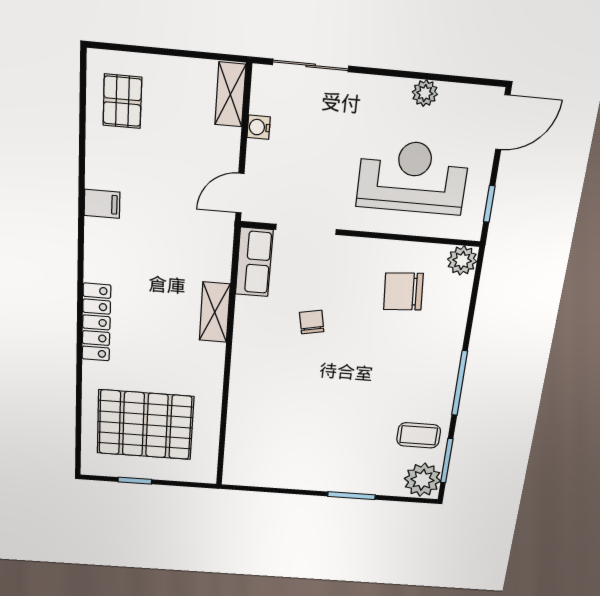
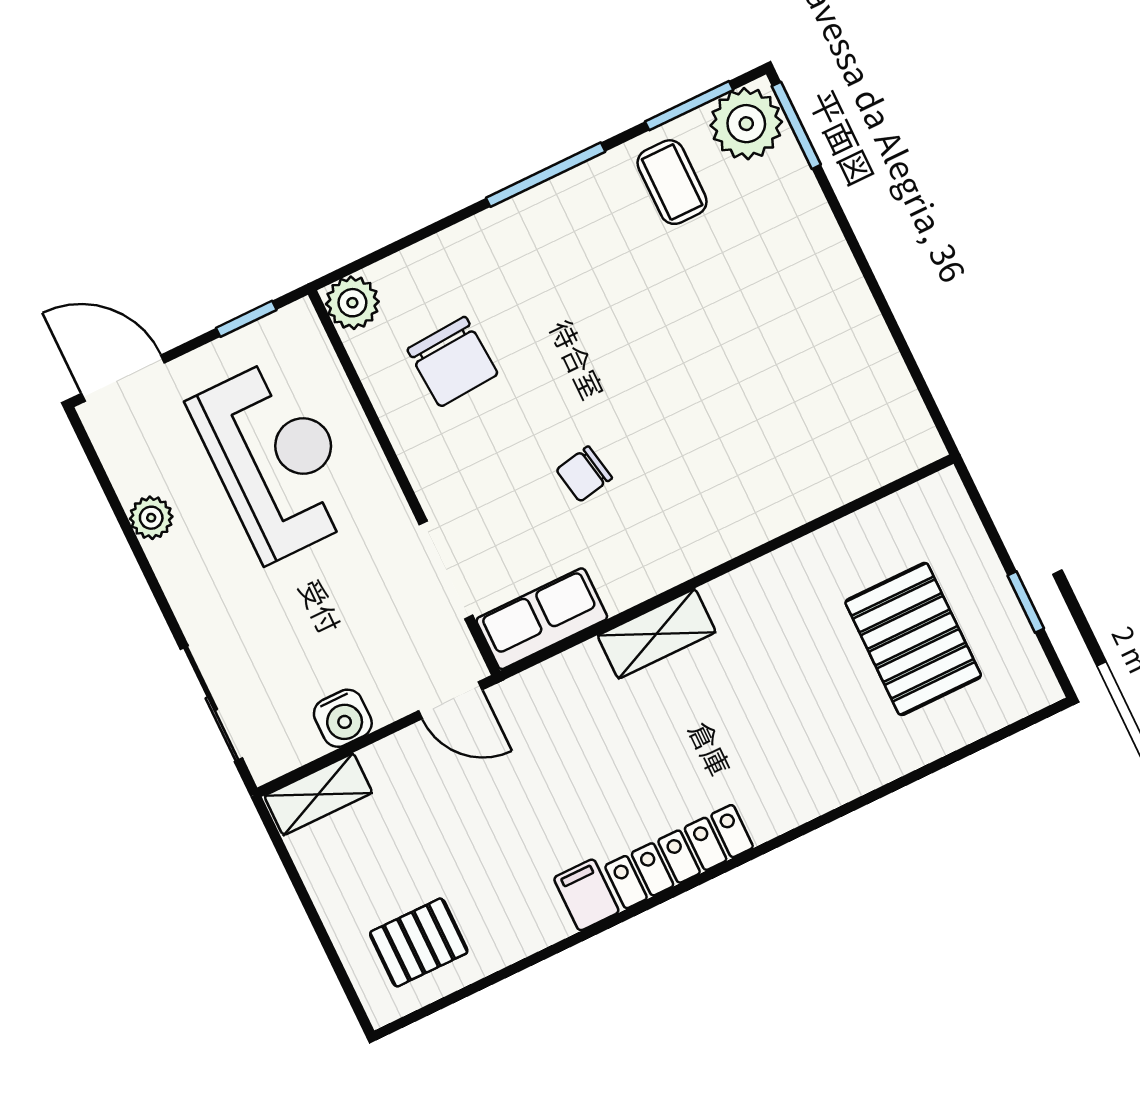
water cooler: (259, 127) -> (343, 718), width x1.38, depth x1.38
reception desk: (413, 177) -> (276, 459), turned 180
locker: (96, 322) -> (679, 857), moved
pallet: (145, 425) -> (913, 639), width x0.73, depth x0.71
window: (351, 496) -> (796, 125), moved

